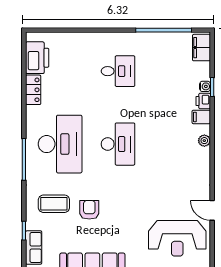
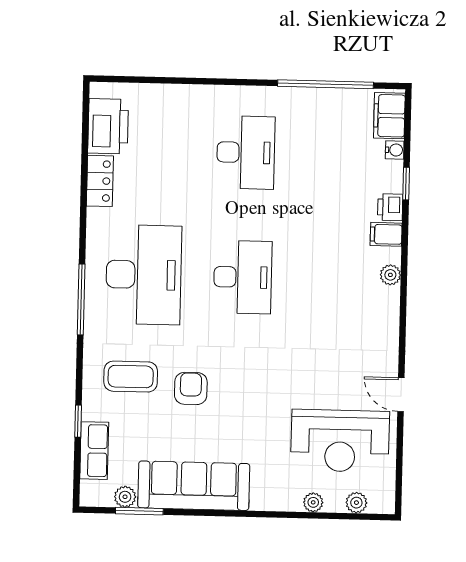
desk: (118, 71) -> (246, 152), width x1.37
water cooler: (205, 86) -> (395, 150), moved

